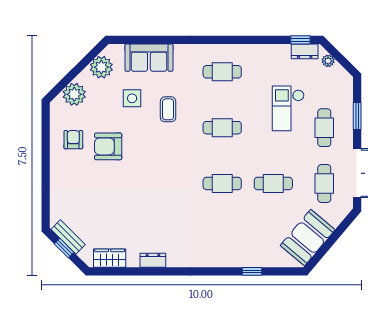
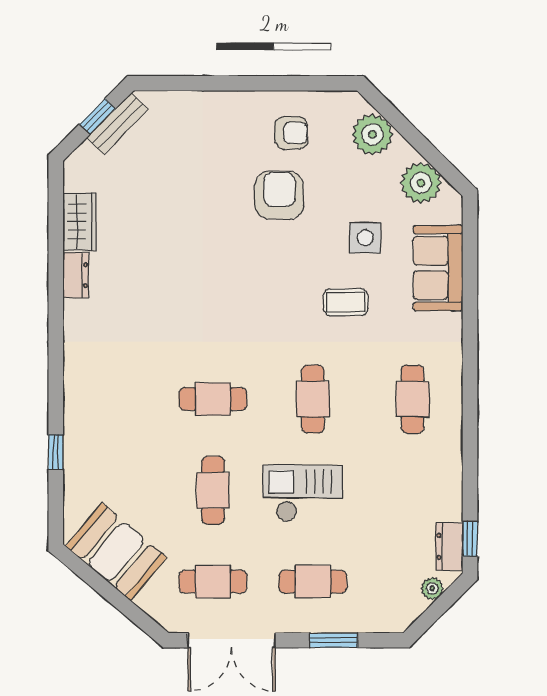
checkout: (288, 108) -> (303, 493), moved
cafe table: (222, 183) -> (213, 399), turned 90
wardrobe: (110, 258) -> (80, 222), moved

